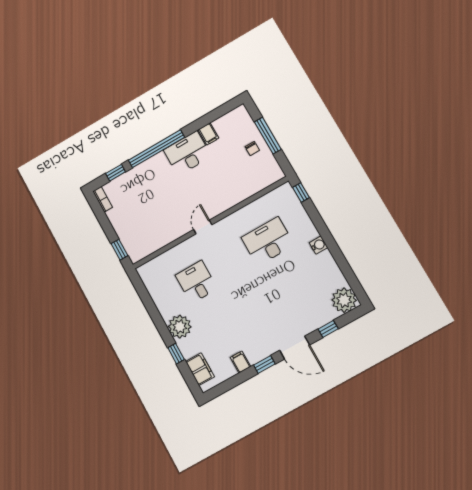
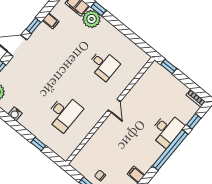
desk: (187, 153) -> (167, 130), moved
window: (301, 193) -> (38, 144), moved
water cooler: (318, 245) -> (15, 114), moved
plant: (180, 327) -> (92, 19), moved

